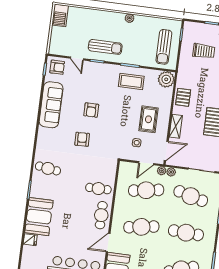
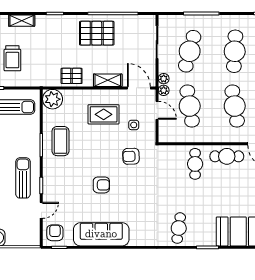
trolley: (204, 51) -> (12, 58), turned 180
armchair: (82, 139) -> (131, 156), moved

